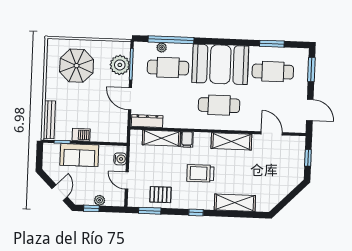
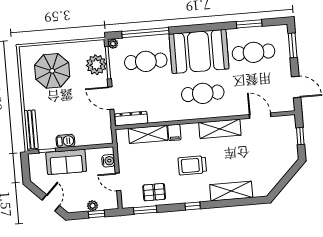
plant: (162, 47) -> (113, 44), moved
window: (91, 208) -> (97, 214), moved

